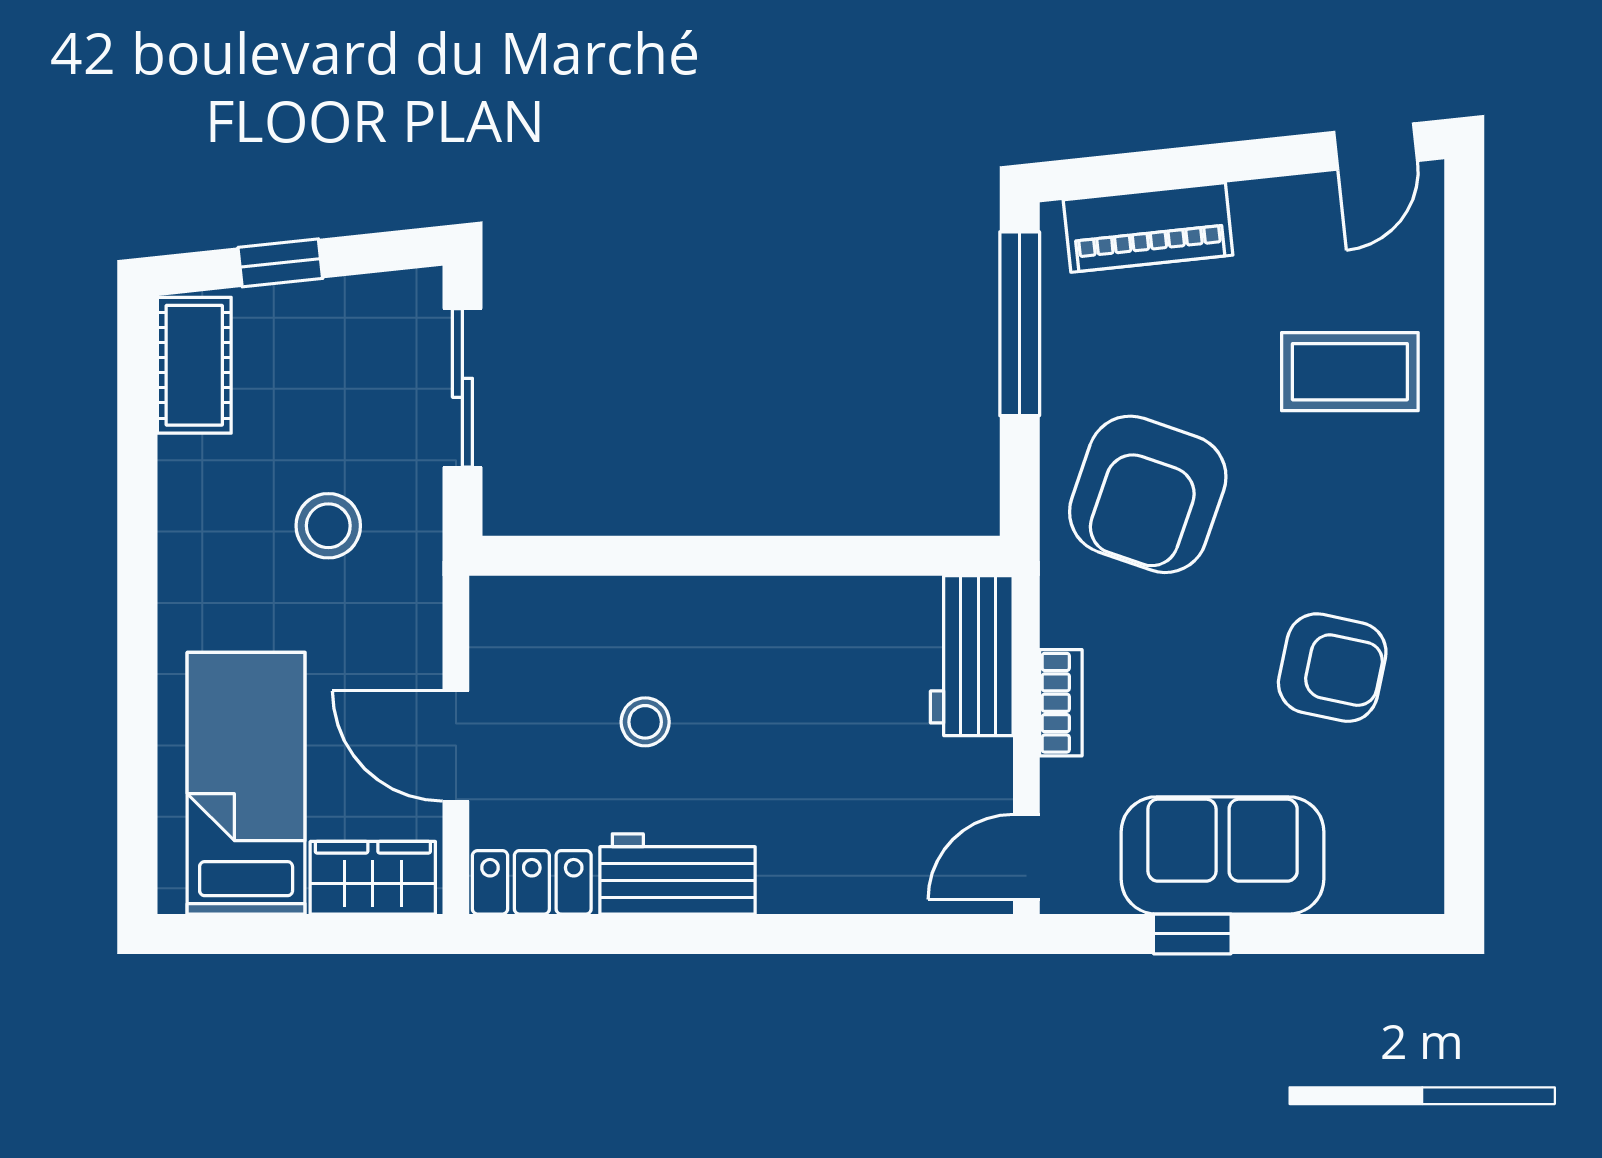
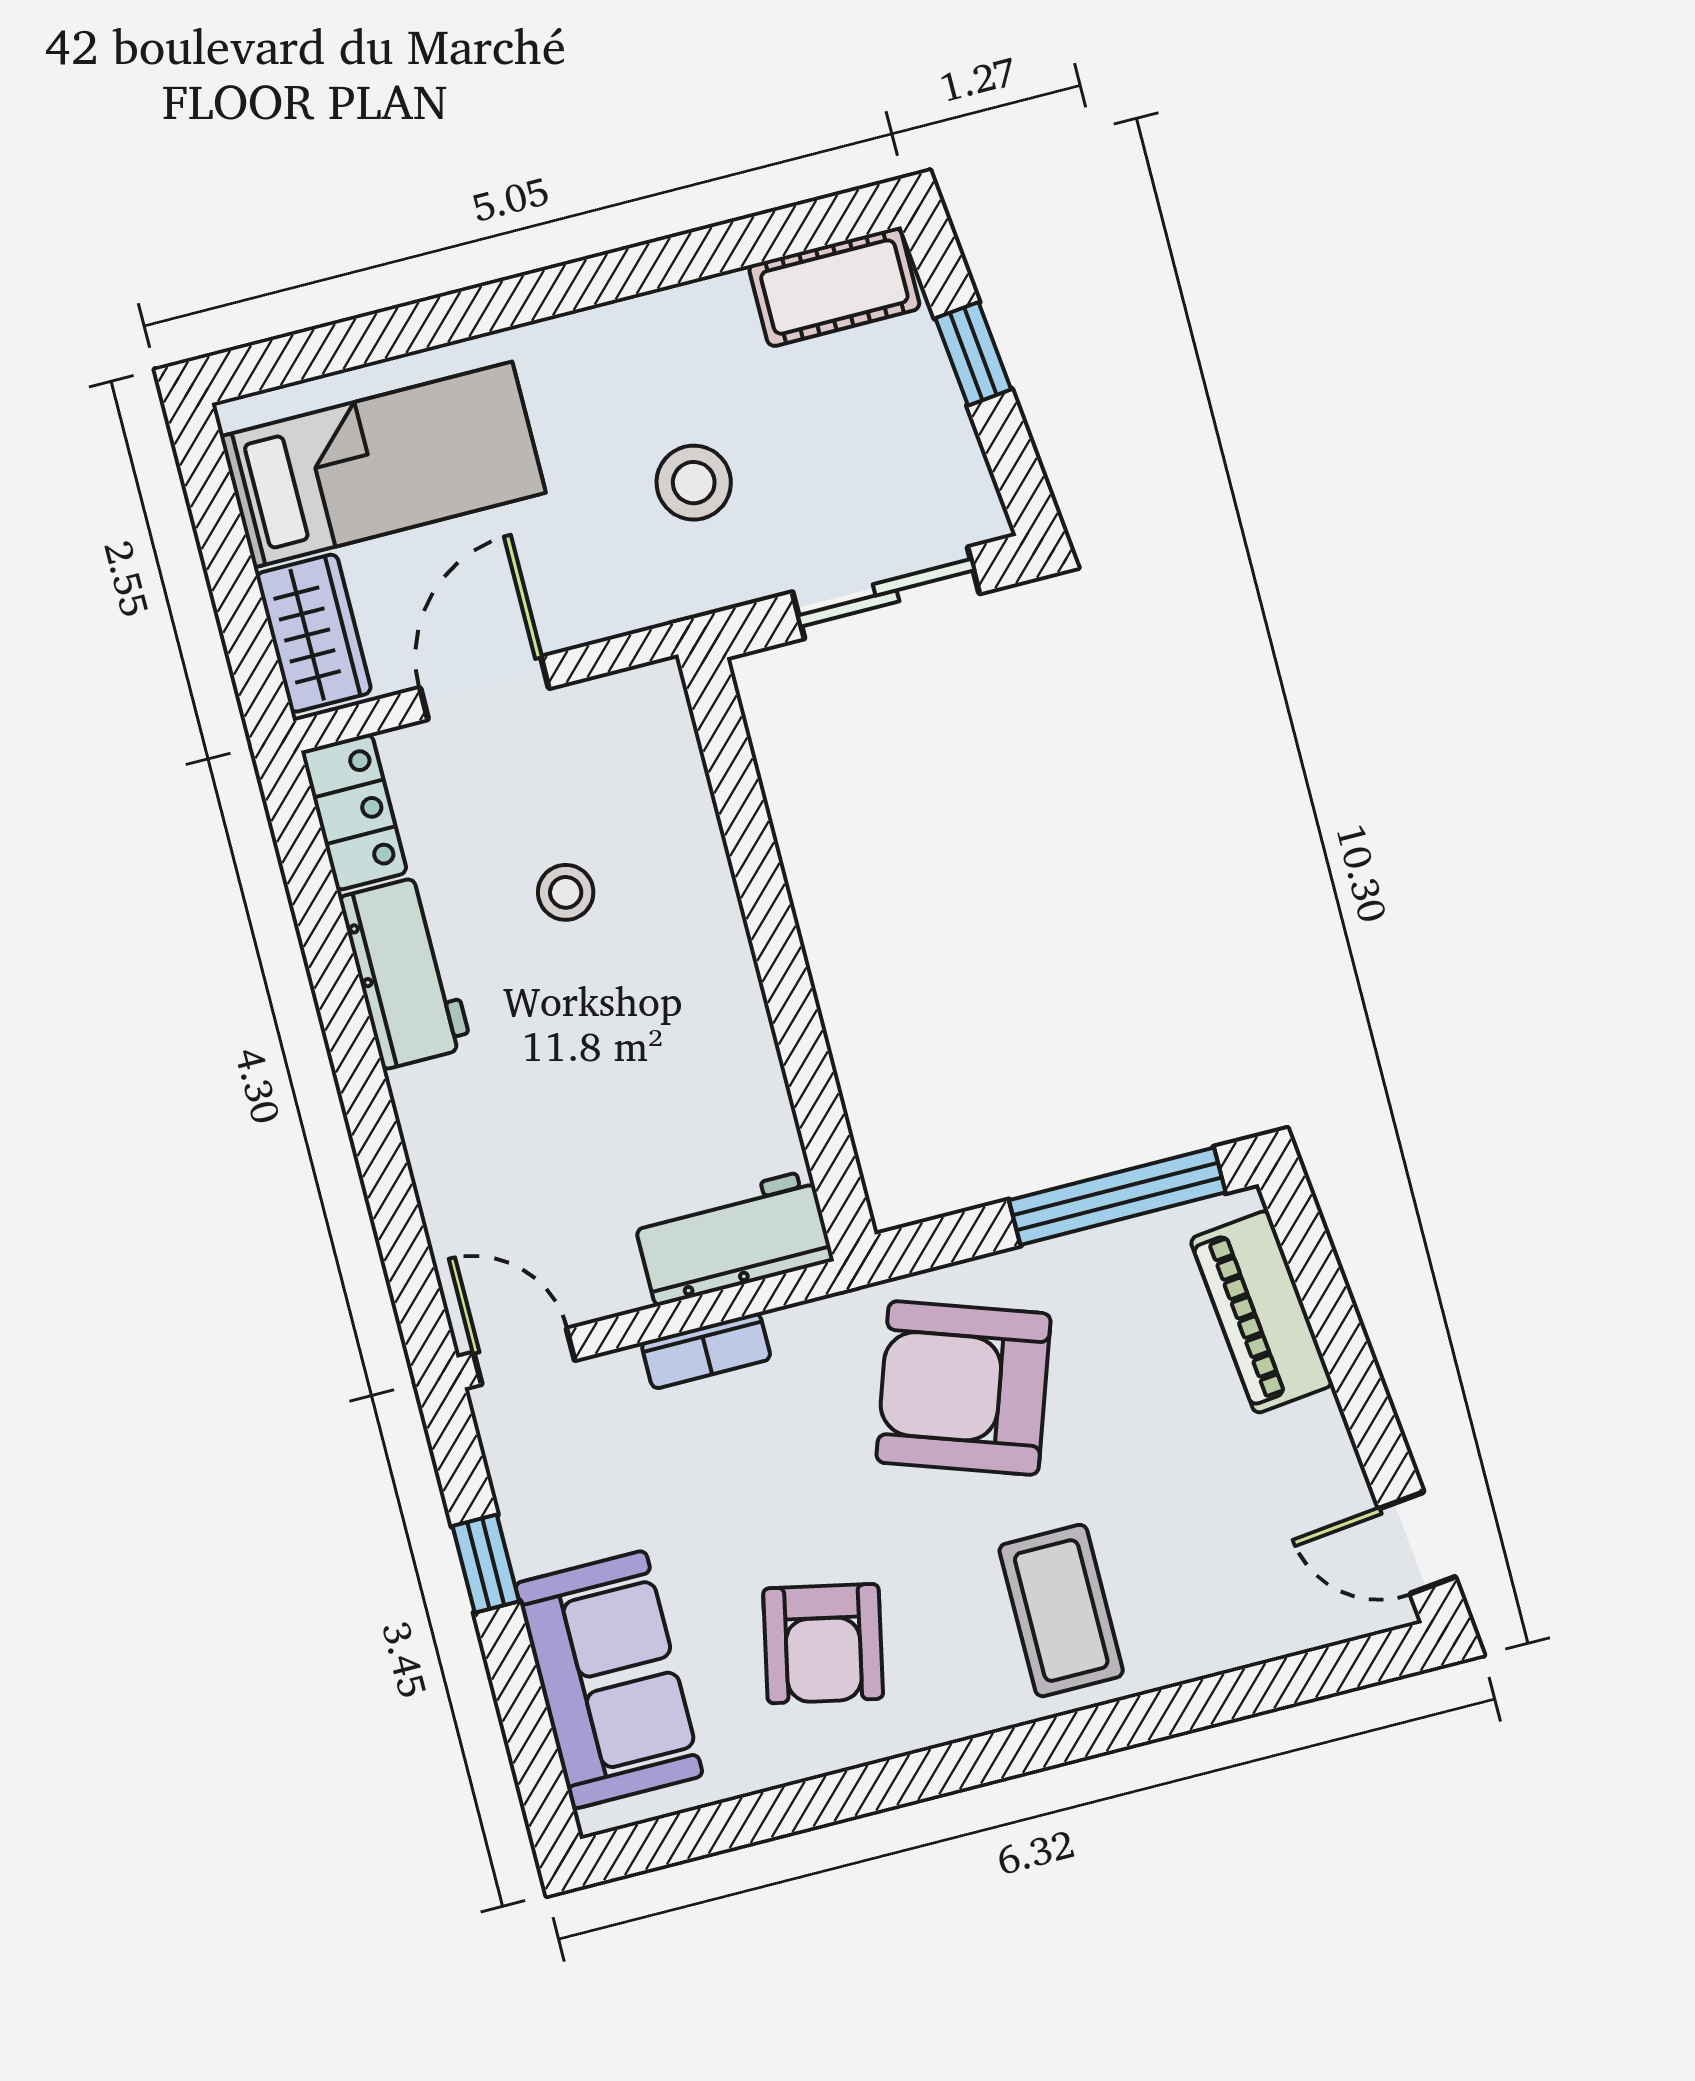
coffee table: (1350, 372) -> (1061, 1611), moved
sofa: (1223, 855) -> (609, 1680), moved

